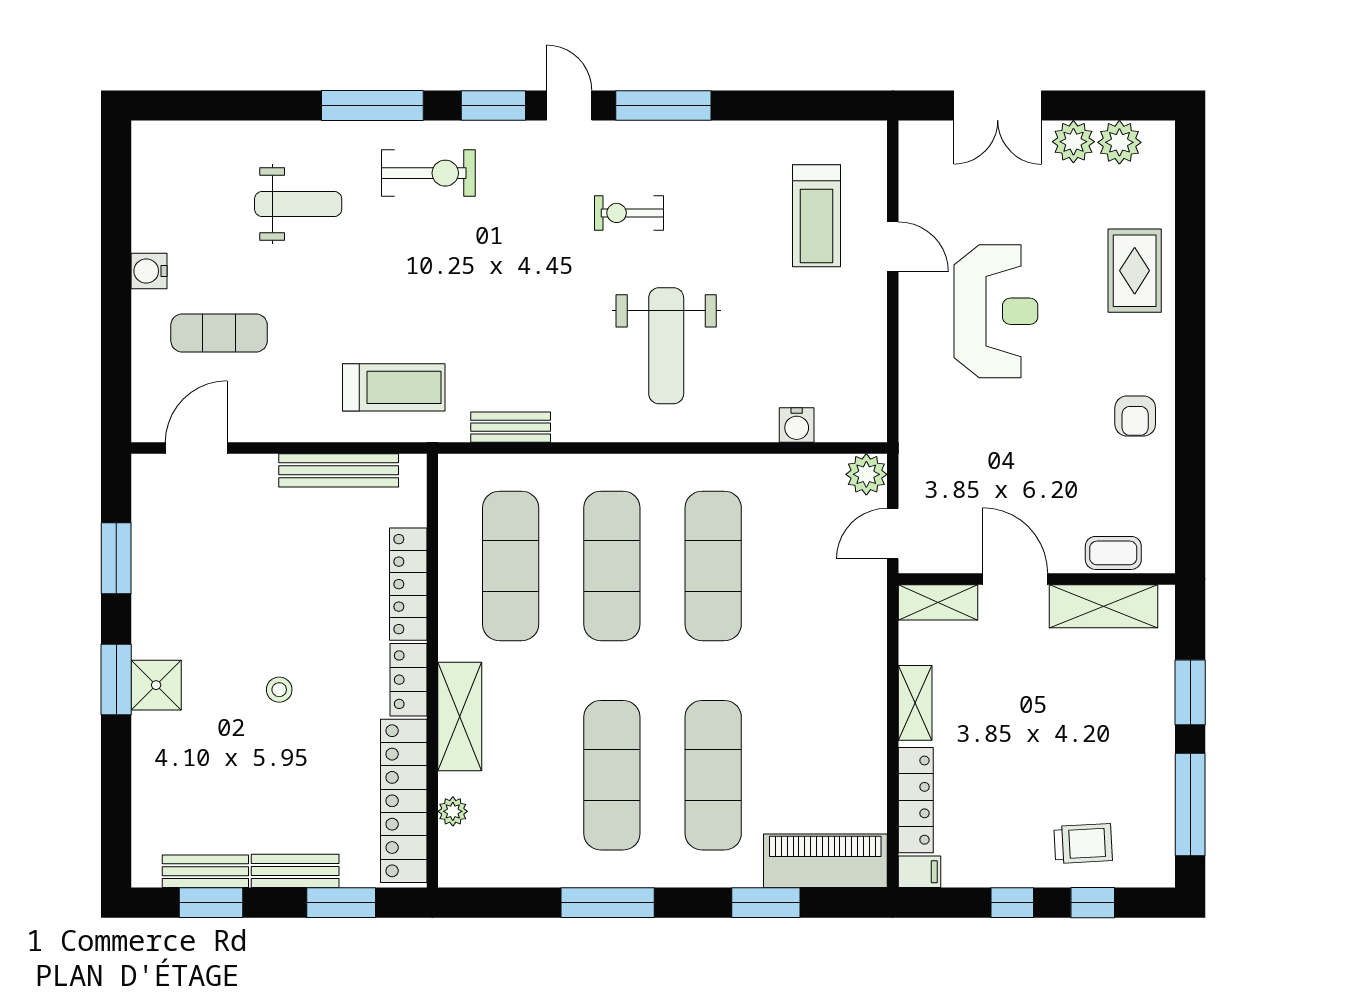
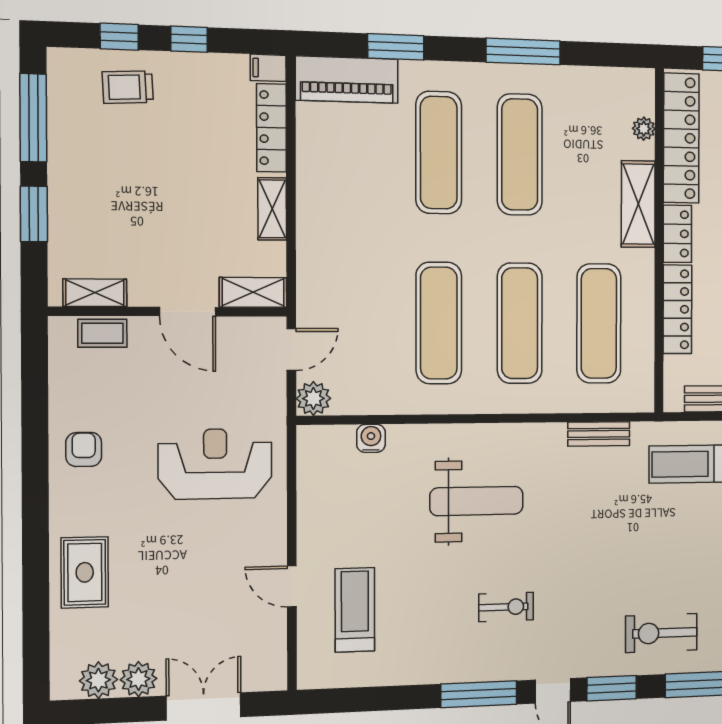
reception desk: (996, 311) -> (215, 464), moved, turned 90
weight bench: (666, 346) -> (476, 501), turned 90
shelving: (1104, 606) -> (95, 293), width x0.67, depth x0.75

